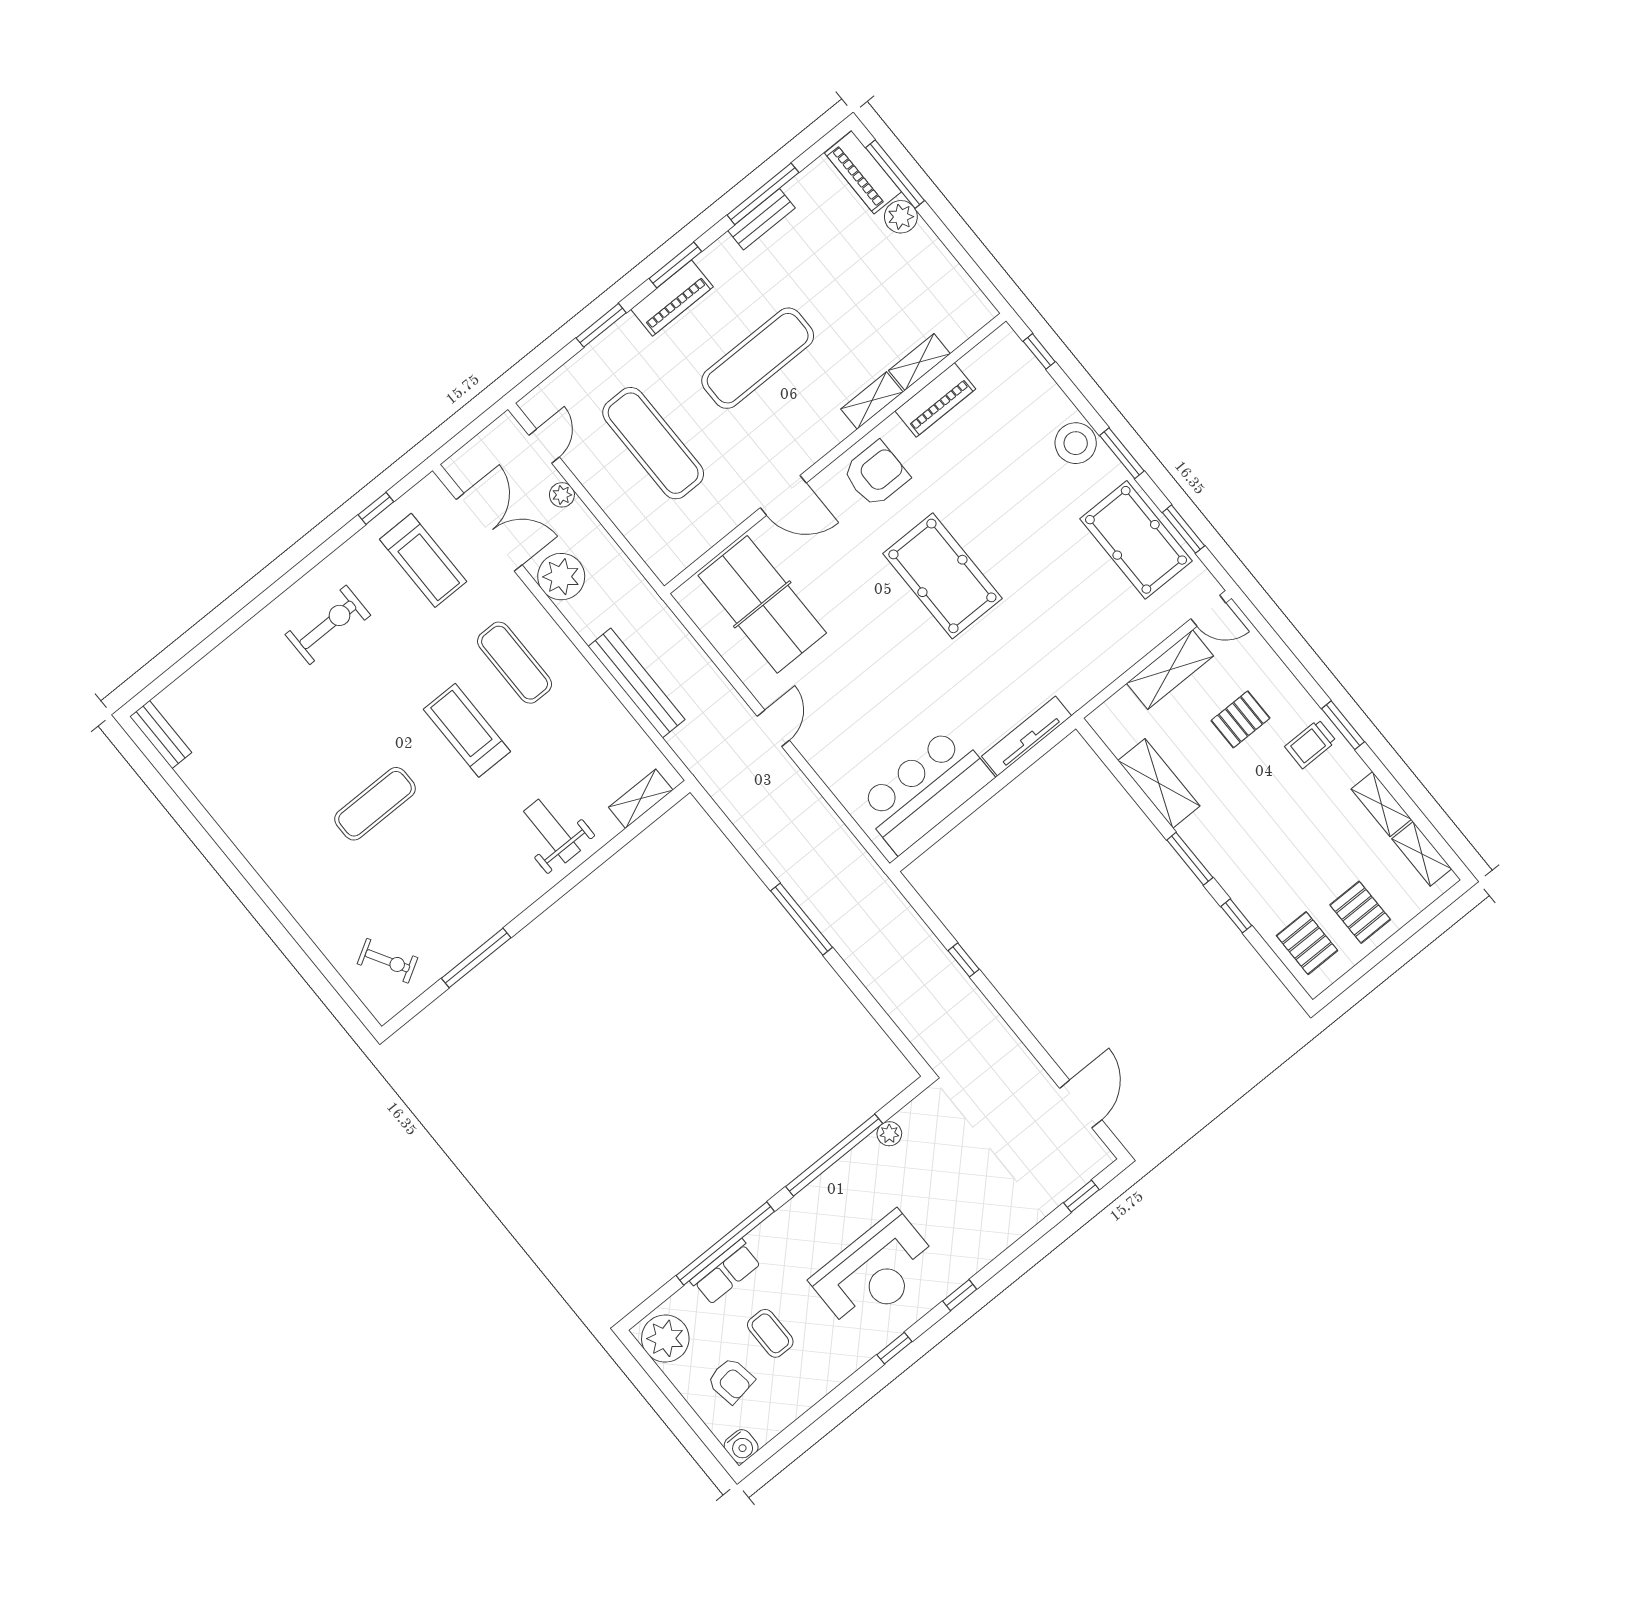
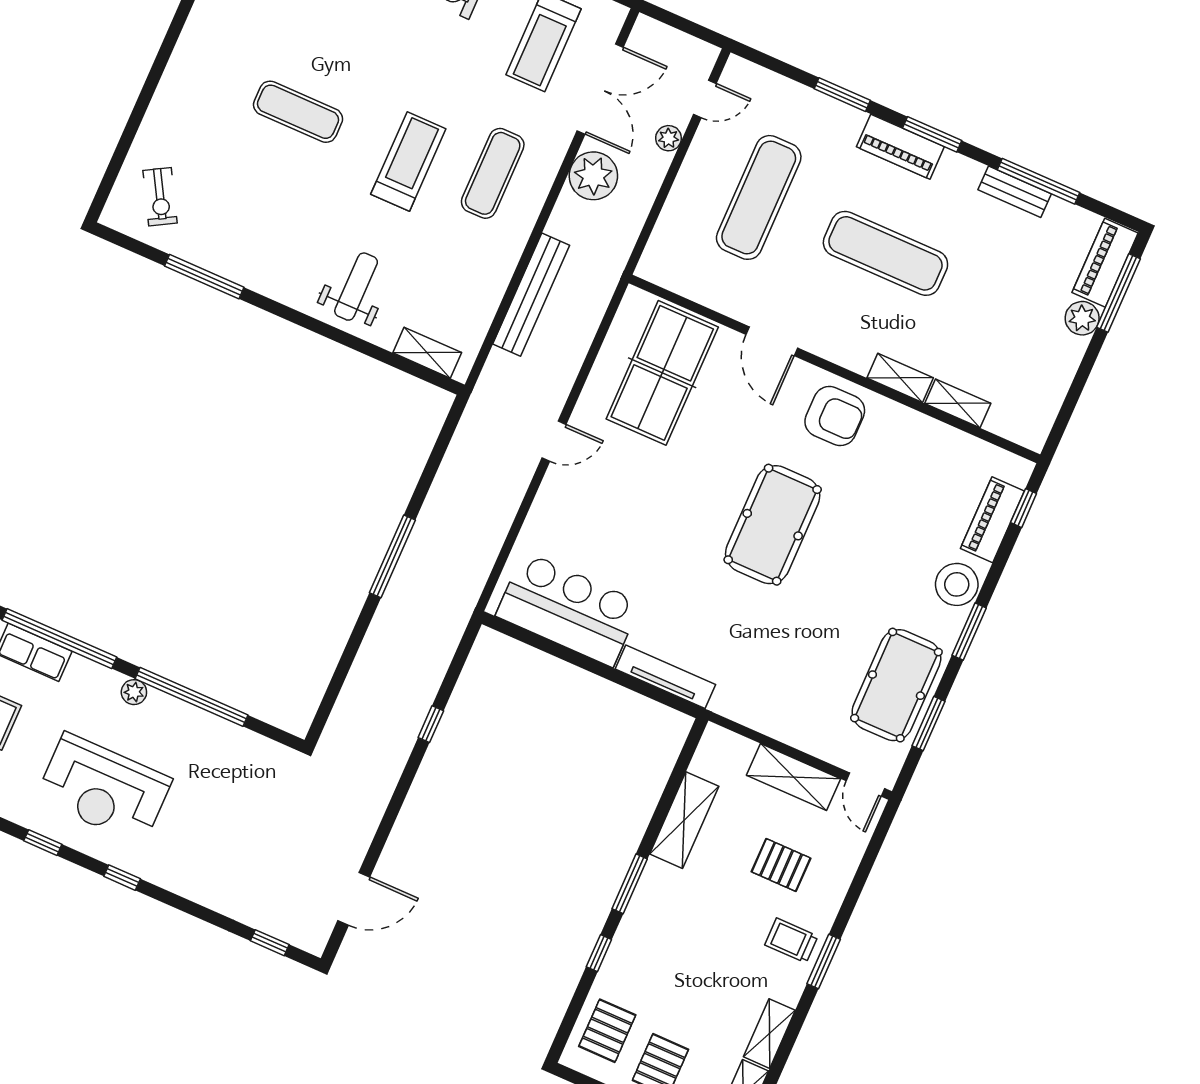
piano: (935, 400) -> (992, 520), moved, turned 90
plant: (889, 1134) -> (134, 692), moved

